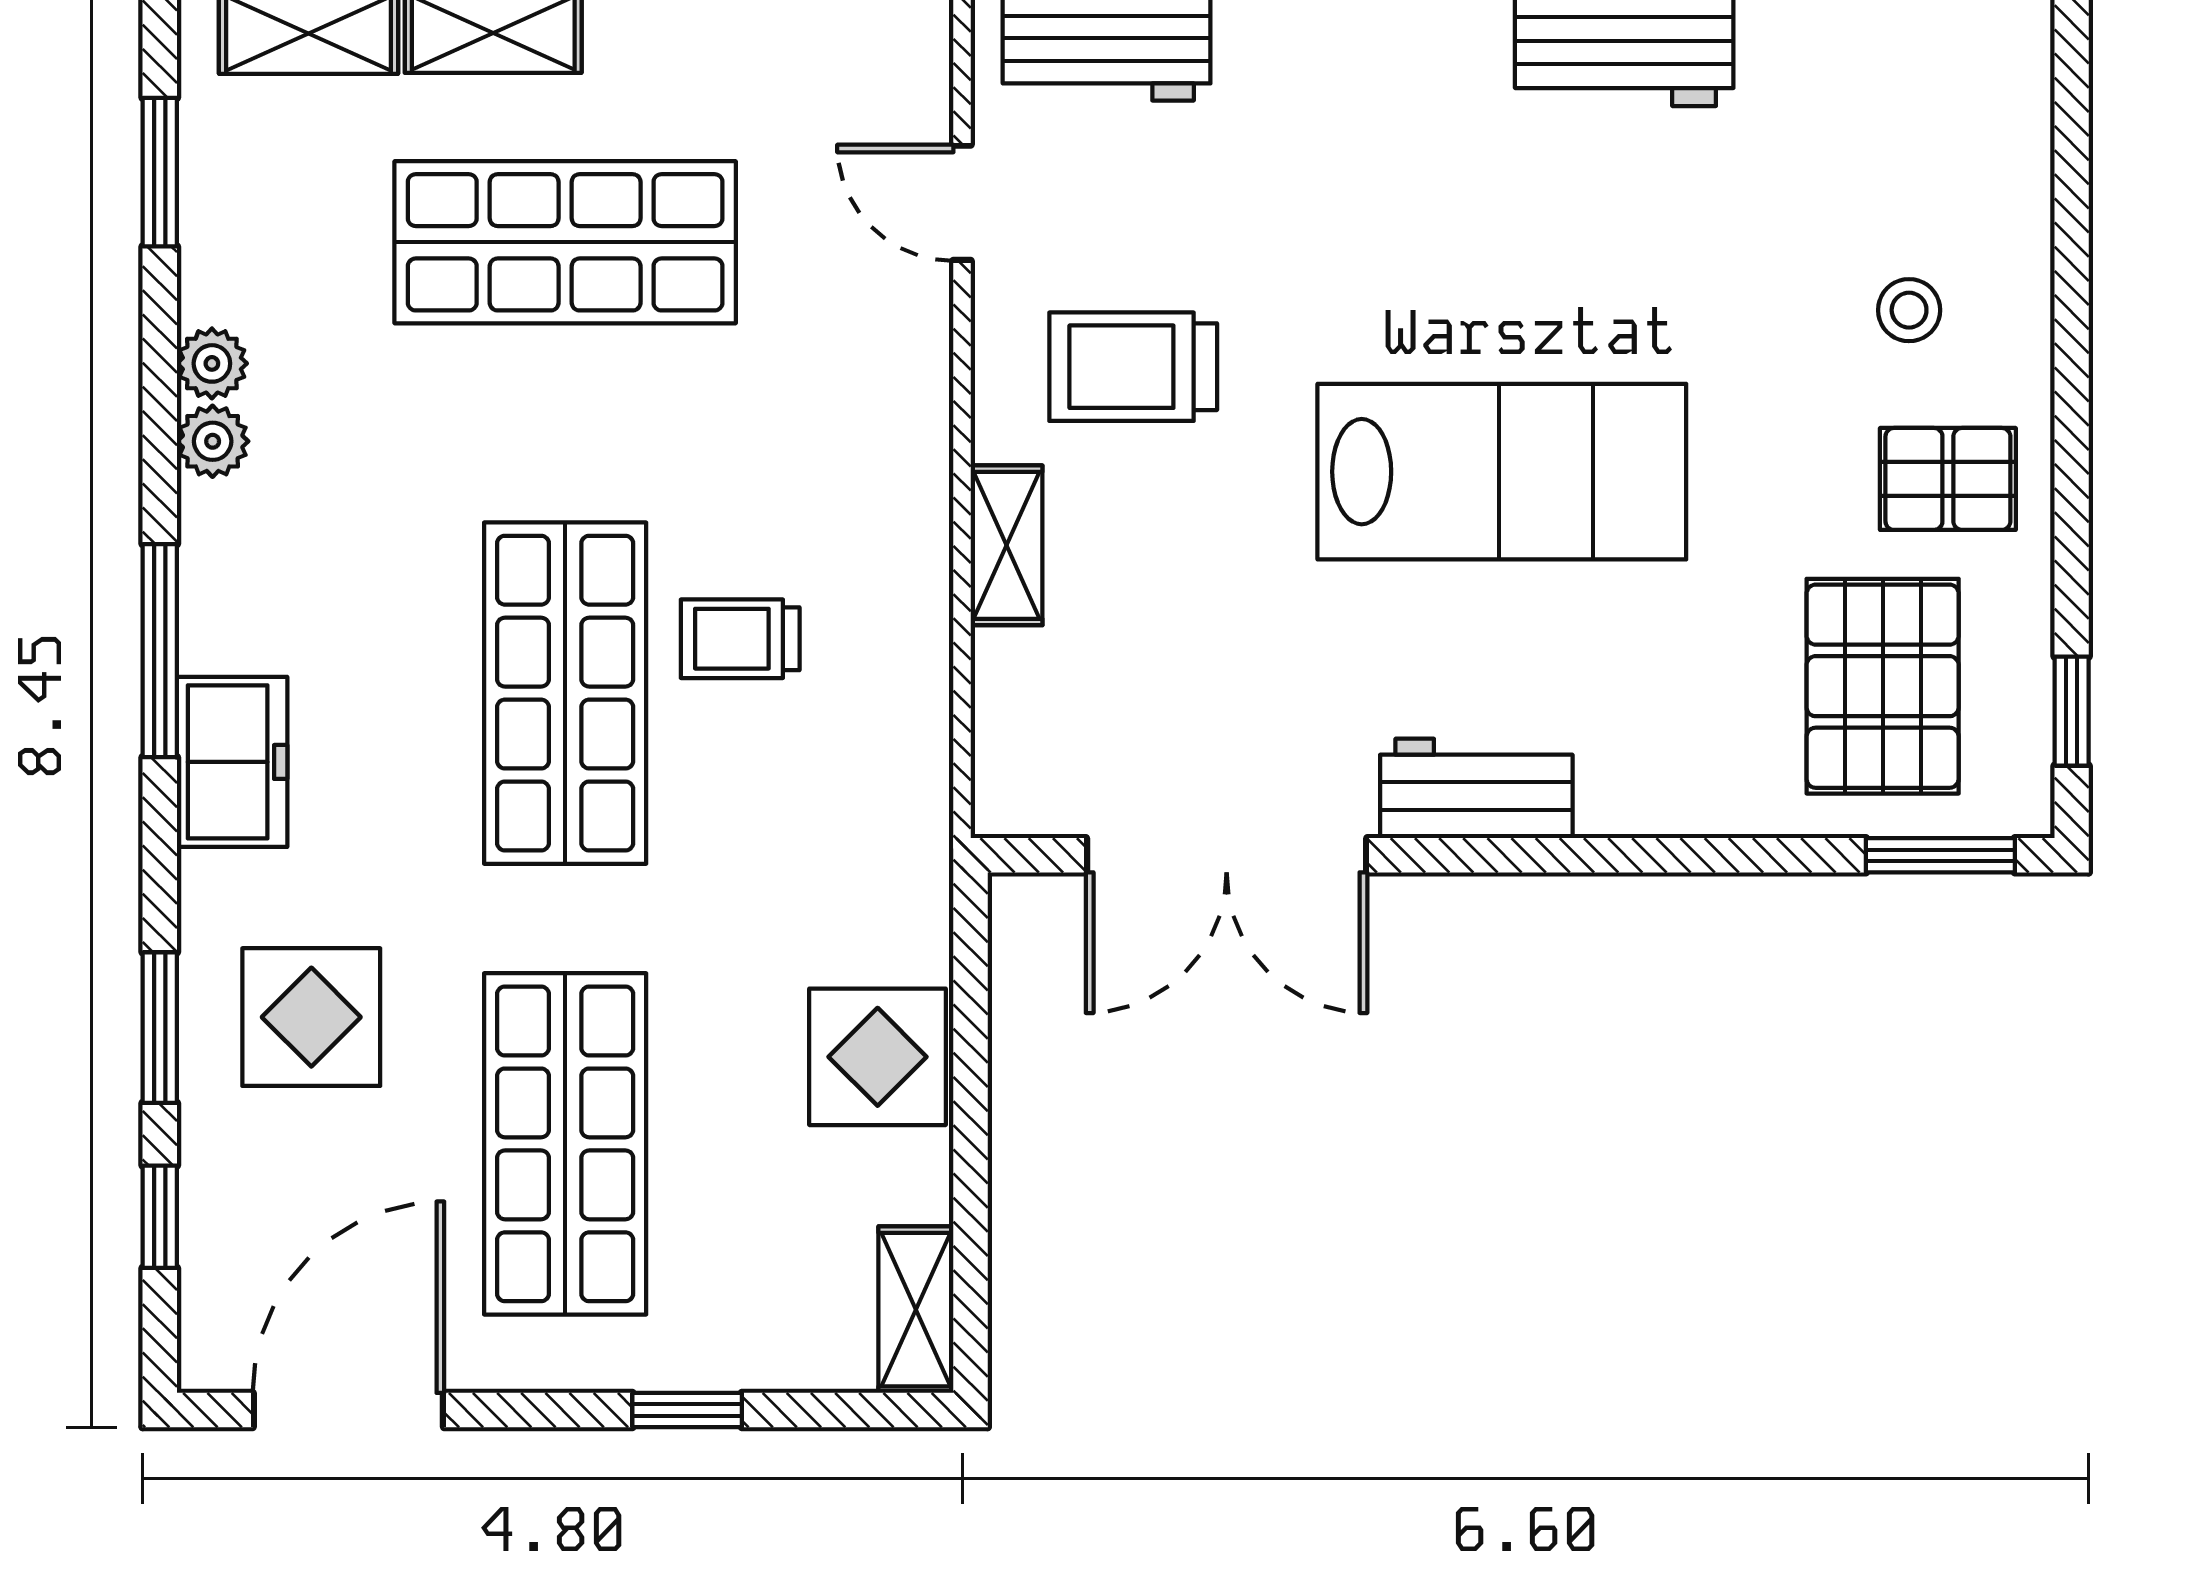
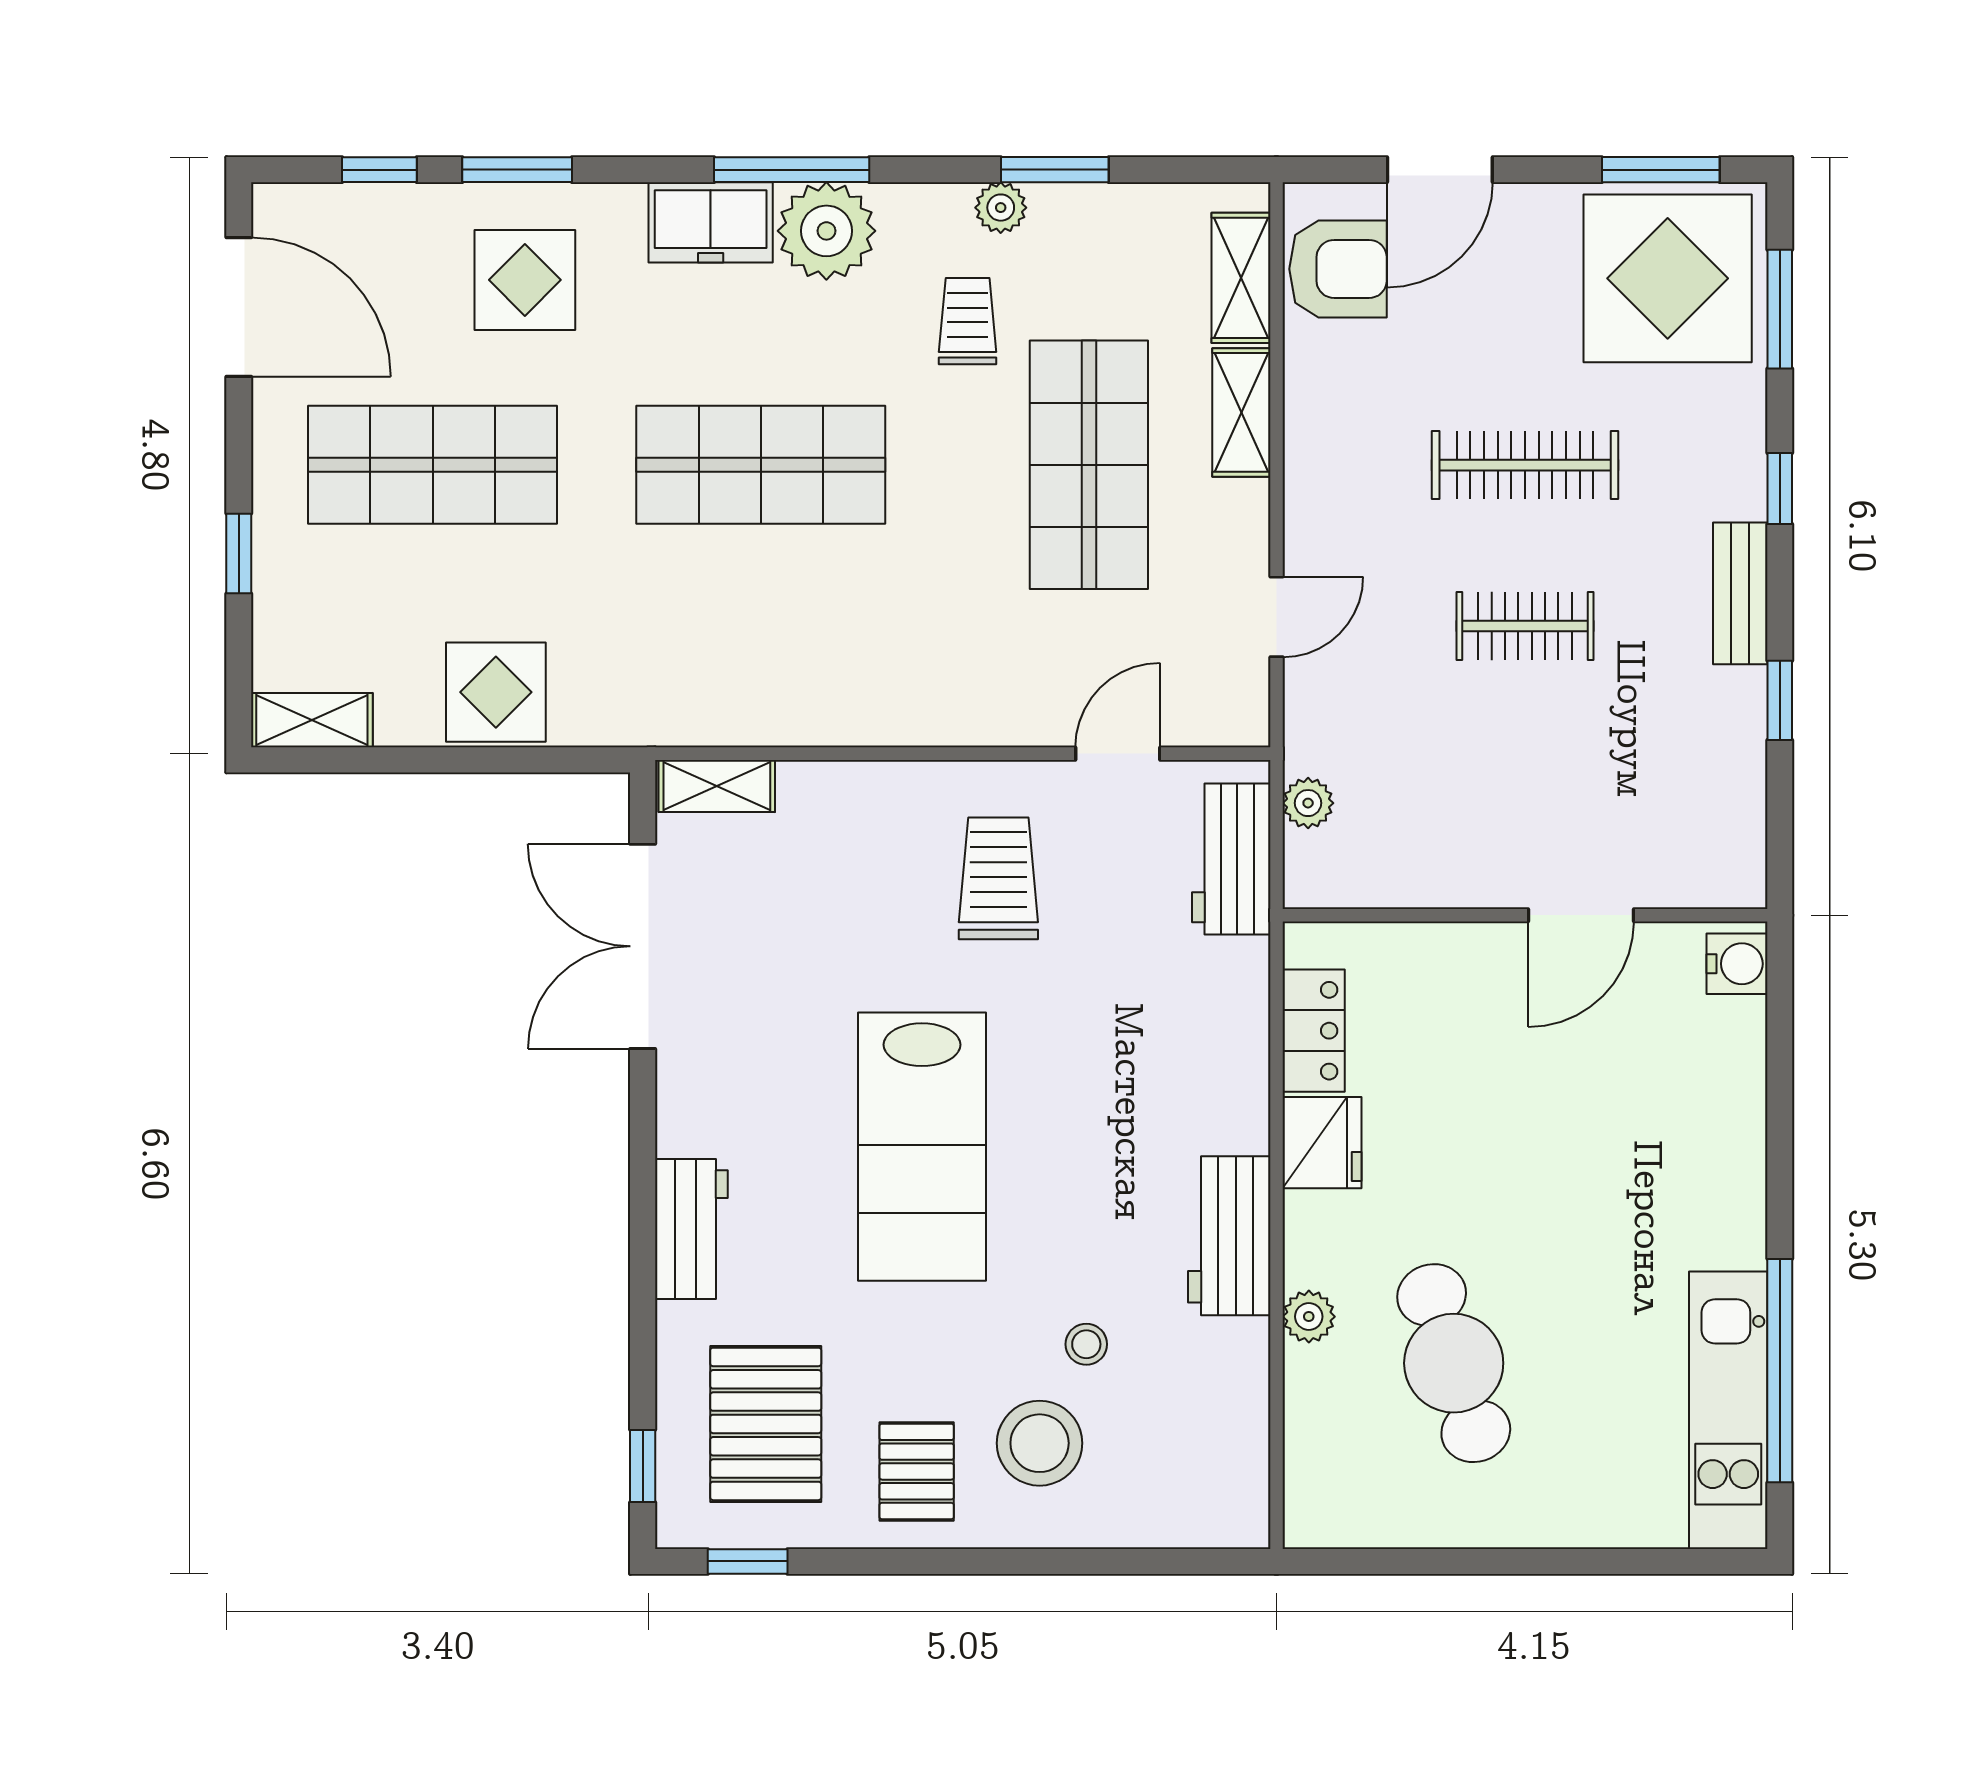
window: (160, 172) -> (1055, 170), moved
stool: (1773, 246) -> (1086, 1344), added
stool: (1909, 310) -> (1040, 1443), width x1.89, depth x1.89
plant: (213, 441) -> (826, 231), moved, width x1.88, depth x1.88
shelving: (1006, 545) -> (717, 786), moved
trolley: (740, 639) -> (968, 321), moved
pallet: (1883, 686) -> (766, 1424), turned 90
workbench: (1476, 788) -> (691, 1229), moved
window: (1940, 855) -> (643, 1466), width x0.67

